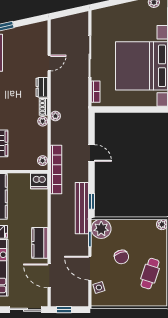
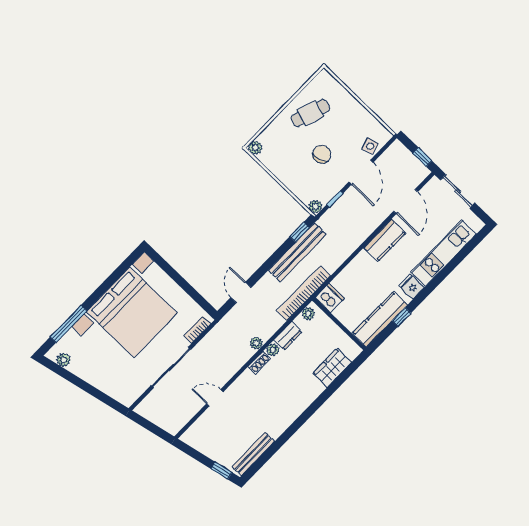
dresser: (42, 87) -> (288, 336), moved
door: (92, 153) -> (241, 293), moved
bench: (82, 208) -> (297, 252), moved
plant: (101, 229) -> (315, 207), width x0.53, depth x0.53

